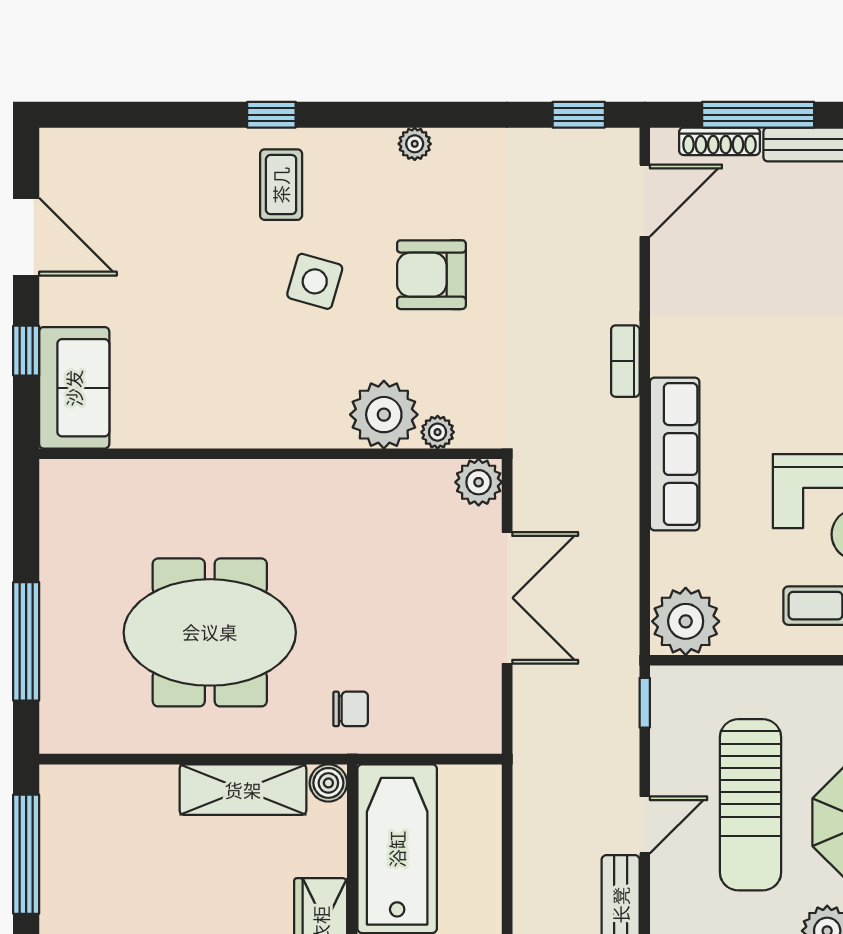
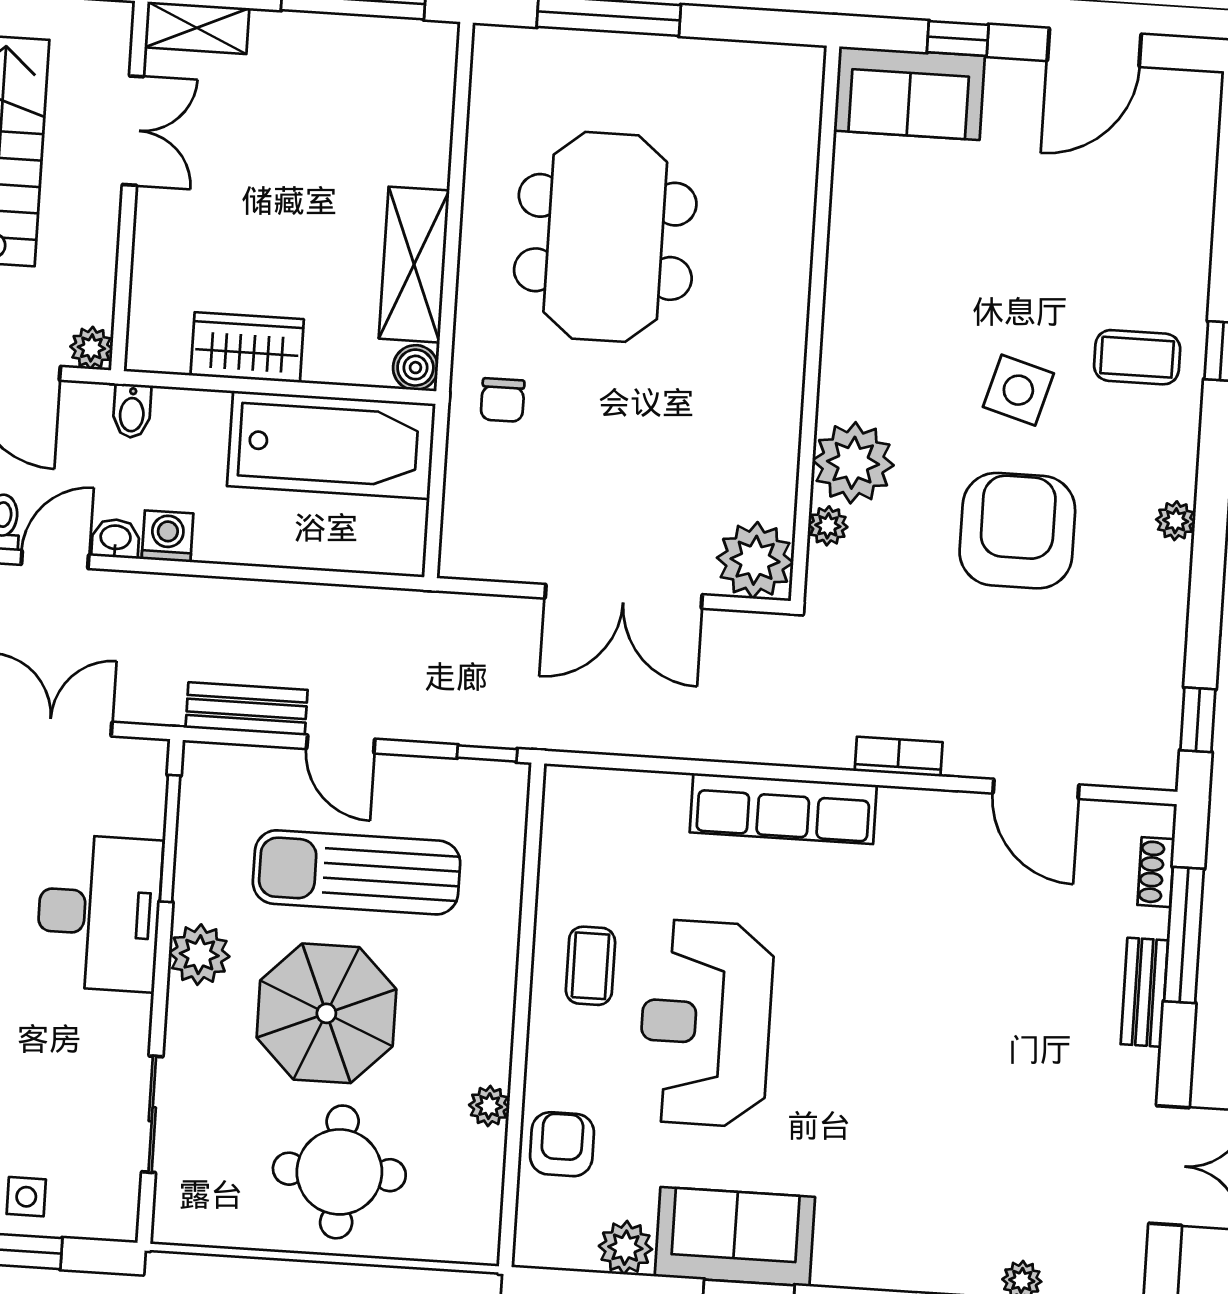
shoe rack: (719, 141) -> (1156, 872), width x0.70
door: (645, 201) -> (1036, 789), moved
armchair: (431, 275) -> (1017, 531), width x1.36, depth x1.36
plant: (479, 482) -> (755, 560), width x1.36, depth x1.36
plant: (686, 621) -> (582, 809), removed

